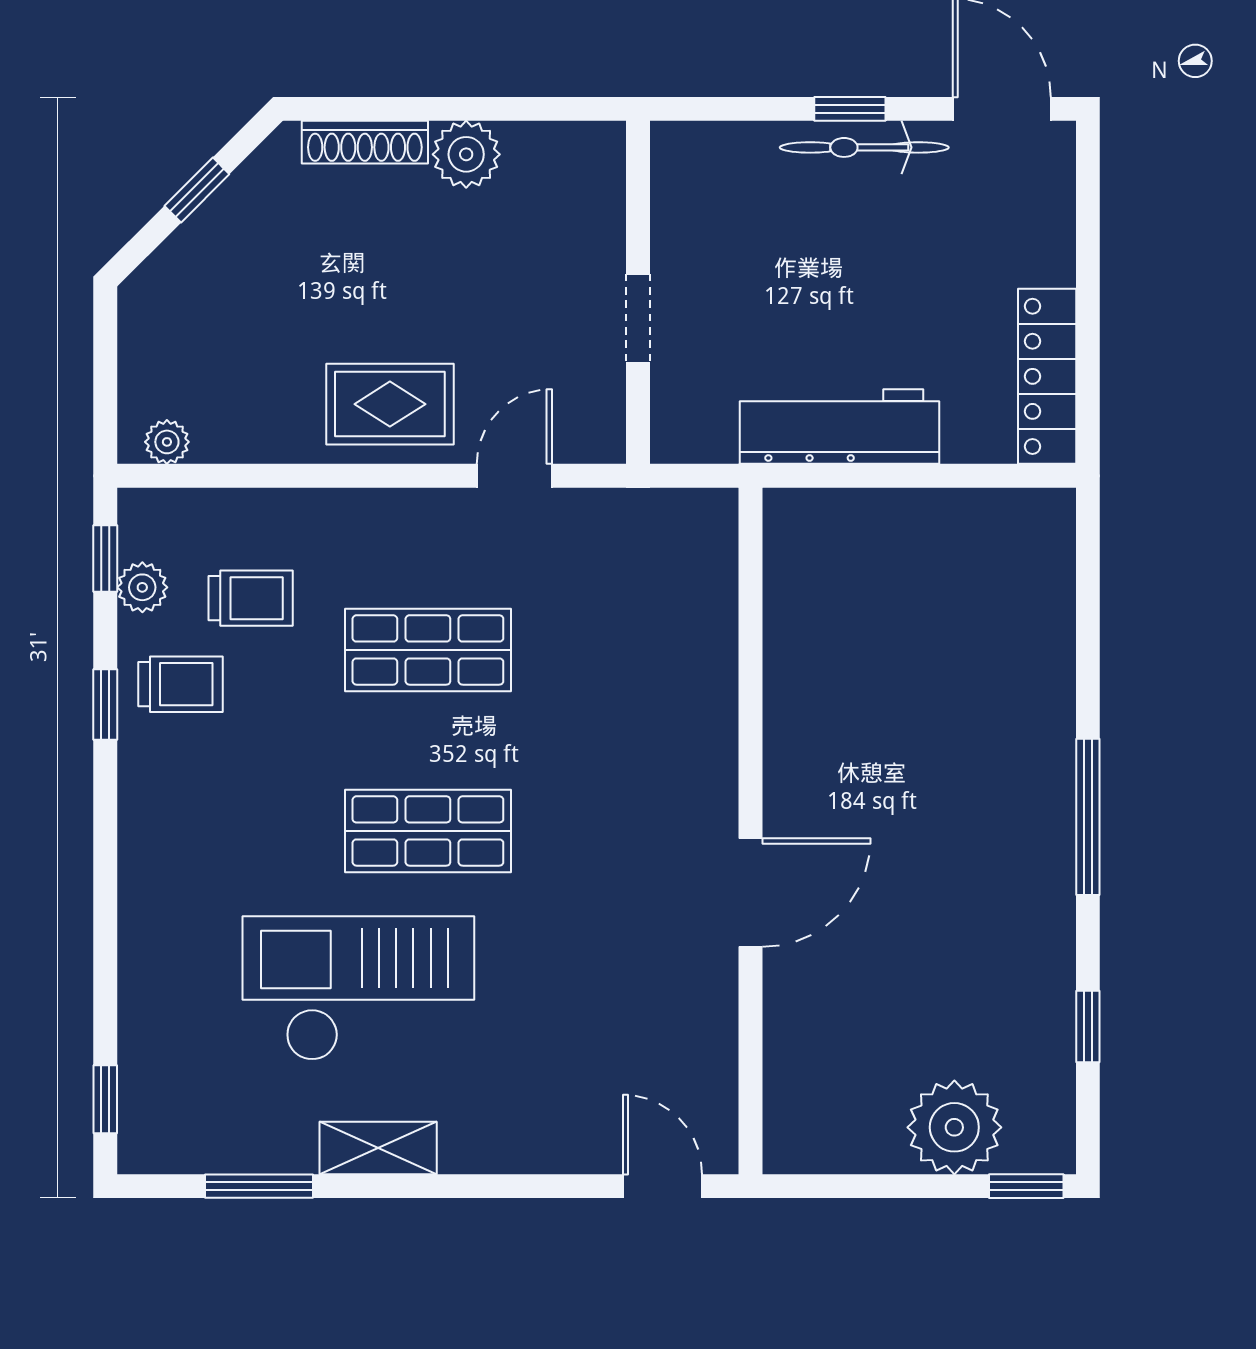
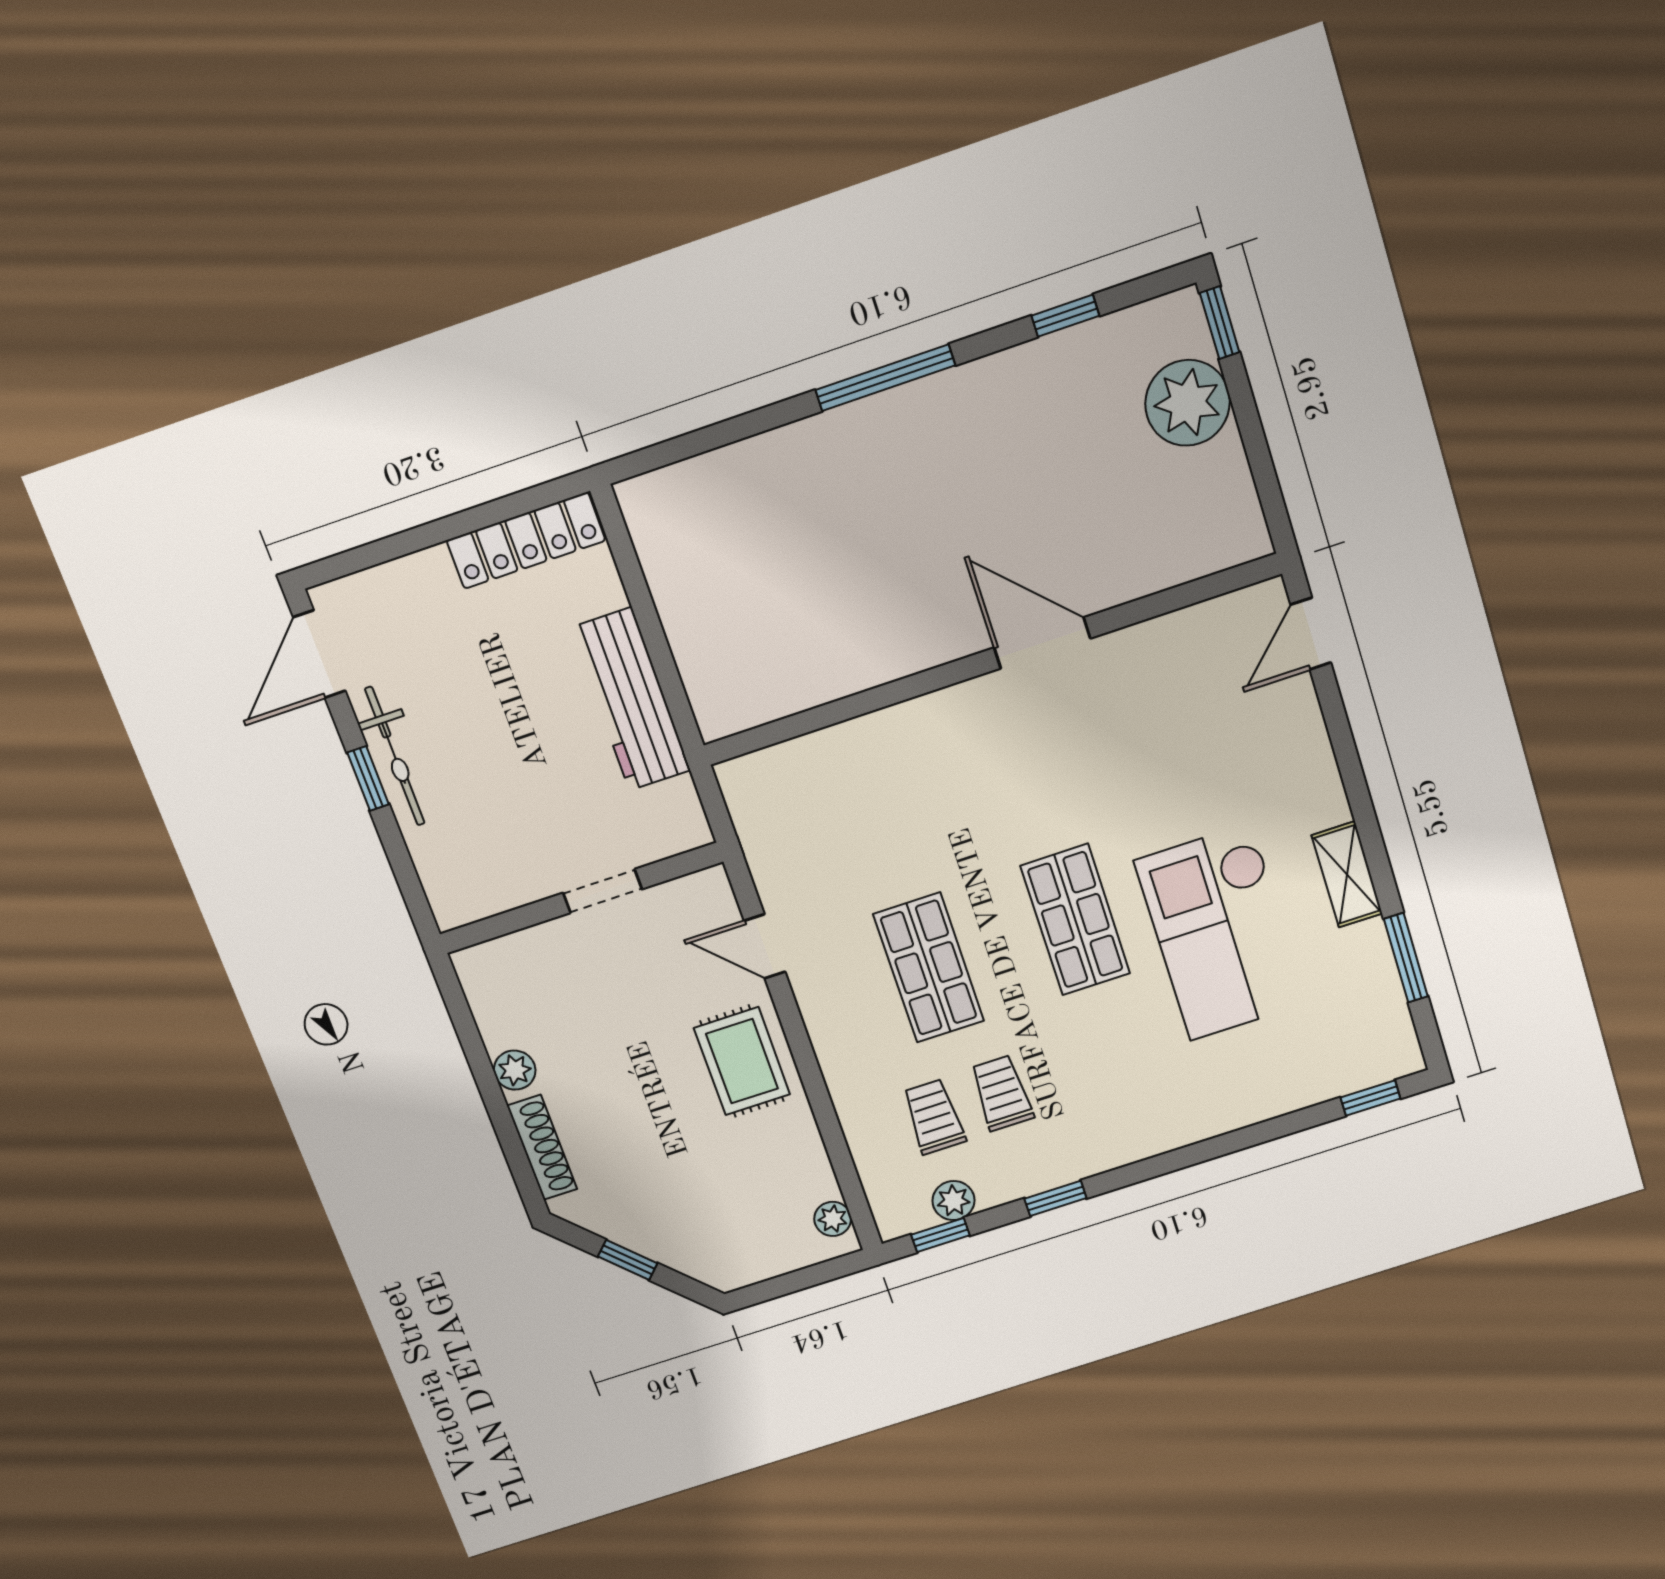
plant: (466, 154) -> (515, 1070), width x0.73, depth x0.73
trolley: (180, 684) -> (1002, 1093), moved

